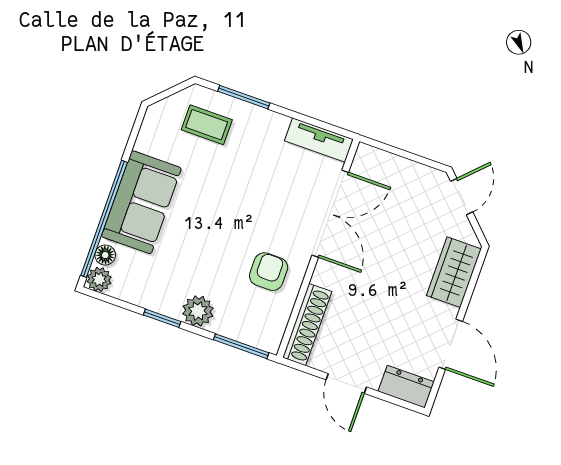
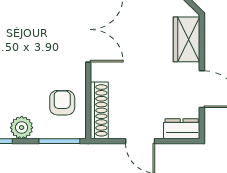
armchair: (269, 272) -> (62, 103), moved

